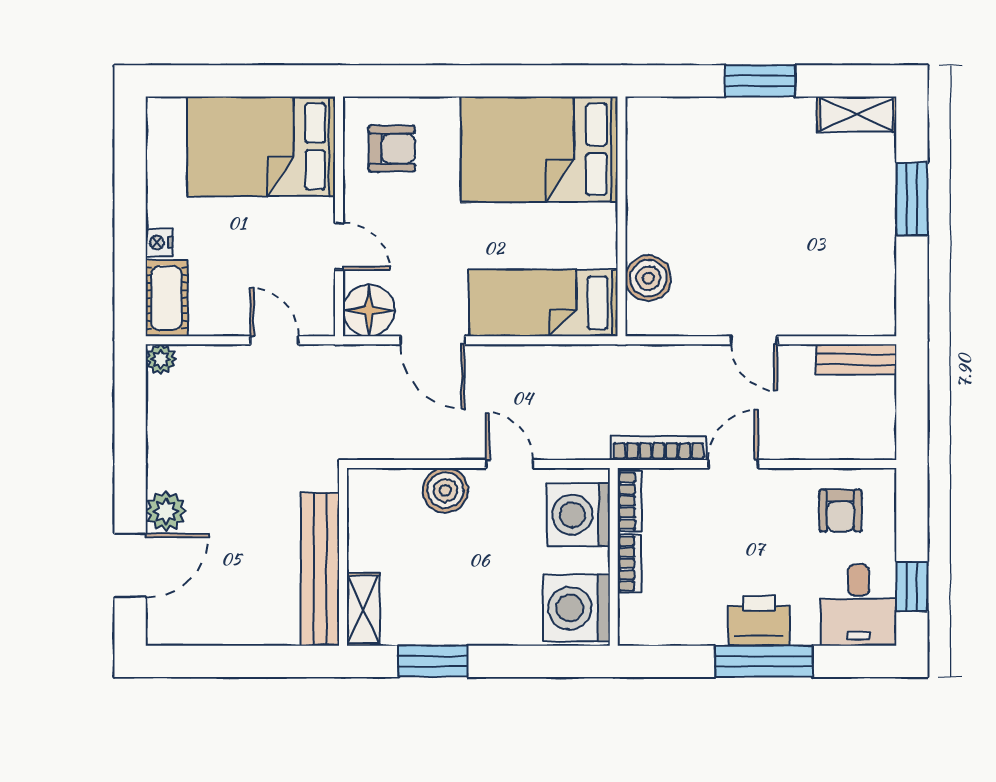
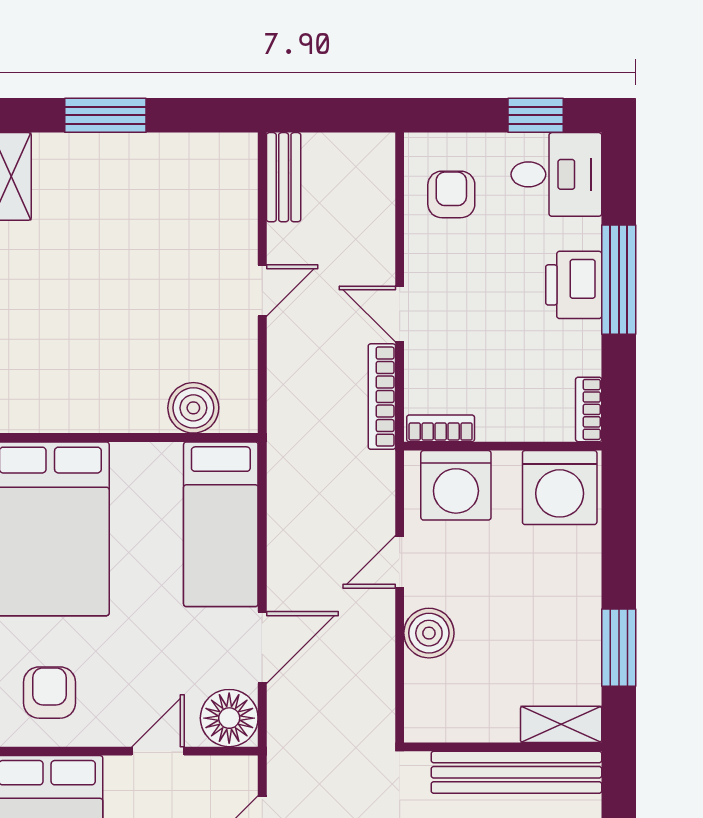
armchair: (841, 511) -> (451, 194), turned -90
bookcase: (629, 564) -> (589, 409), moved, turned -90

